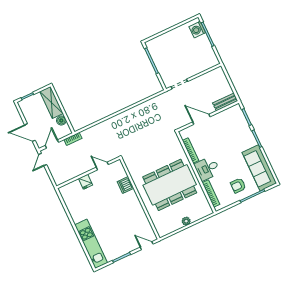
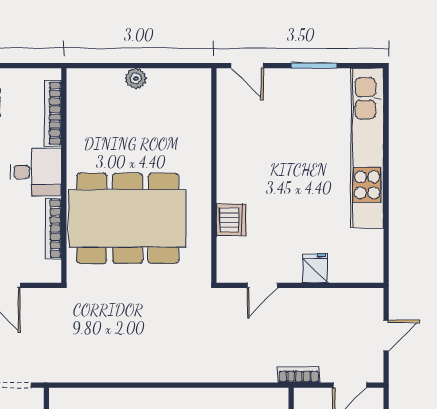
door: (43, 160) -> (386, 336), moved
door: (102, 166) -> (262, 285), hinge flipped
dining table: (170, 185) -> (127, 218), moved
kitchen unit: (91, 244) -> (367, 148), width x1.36

